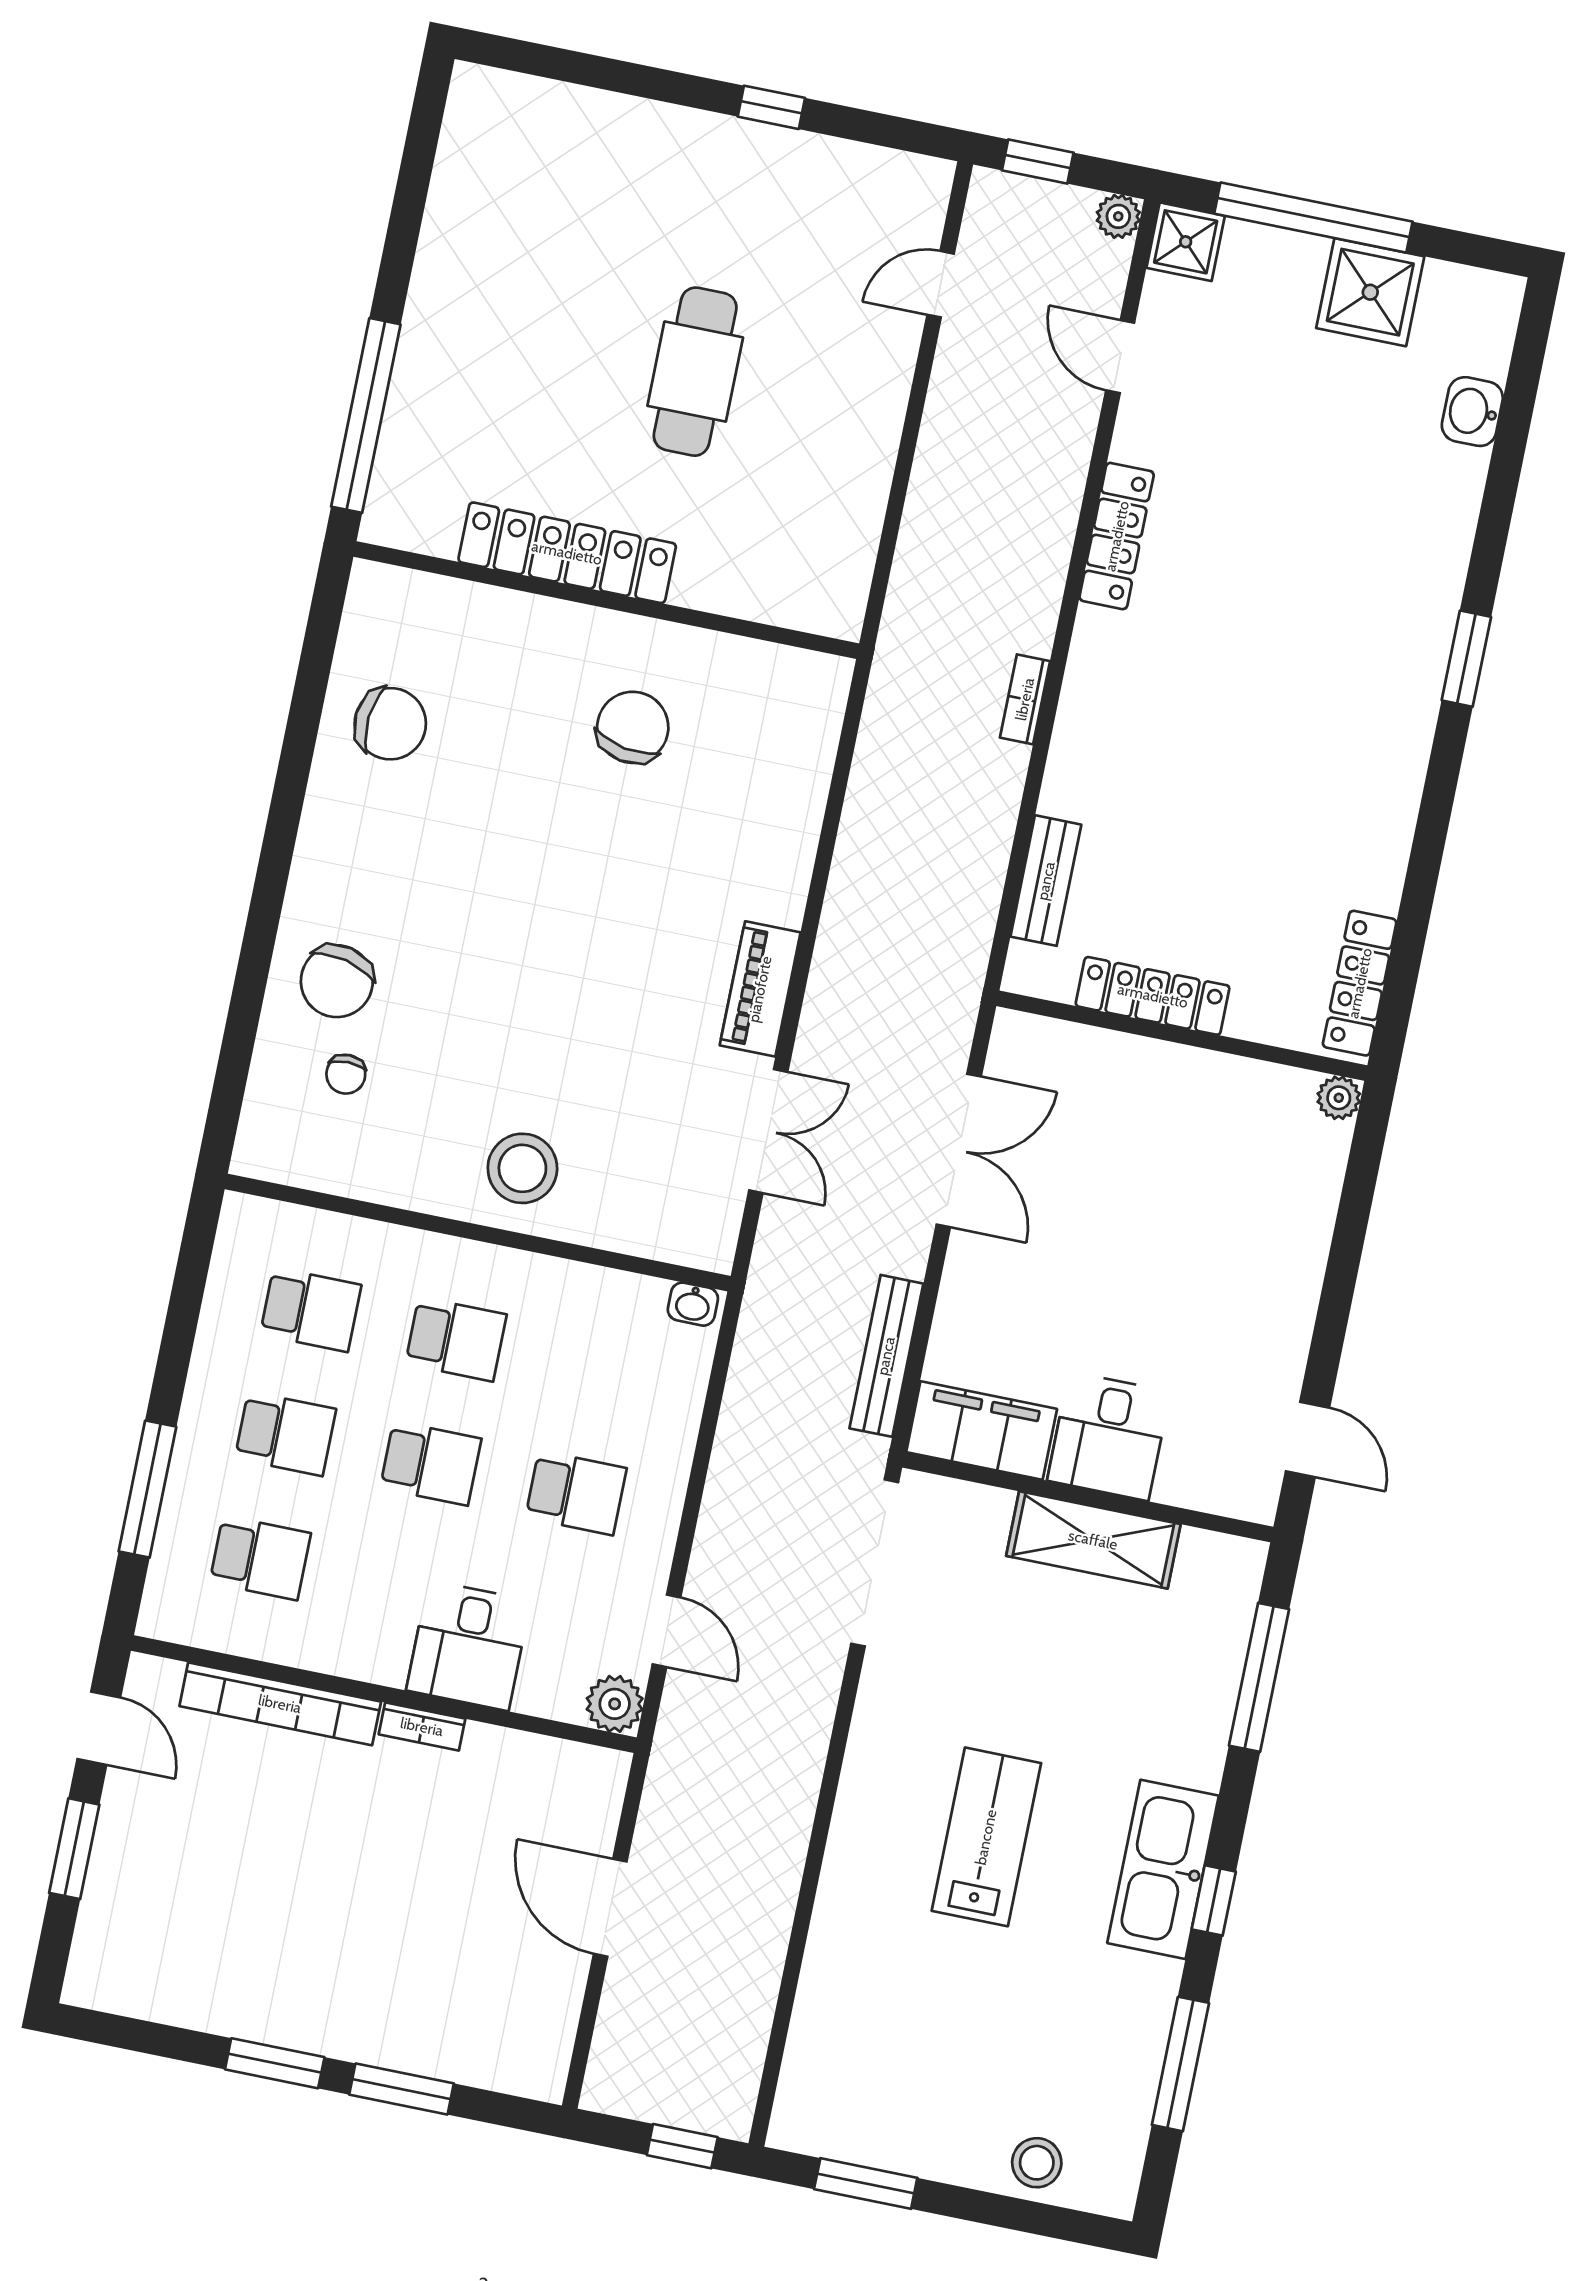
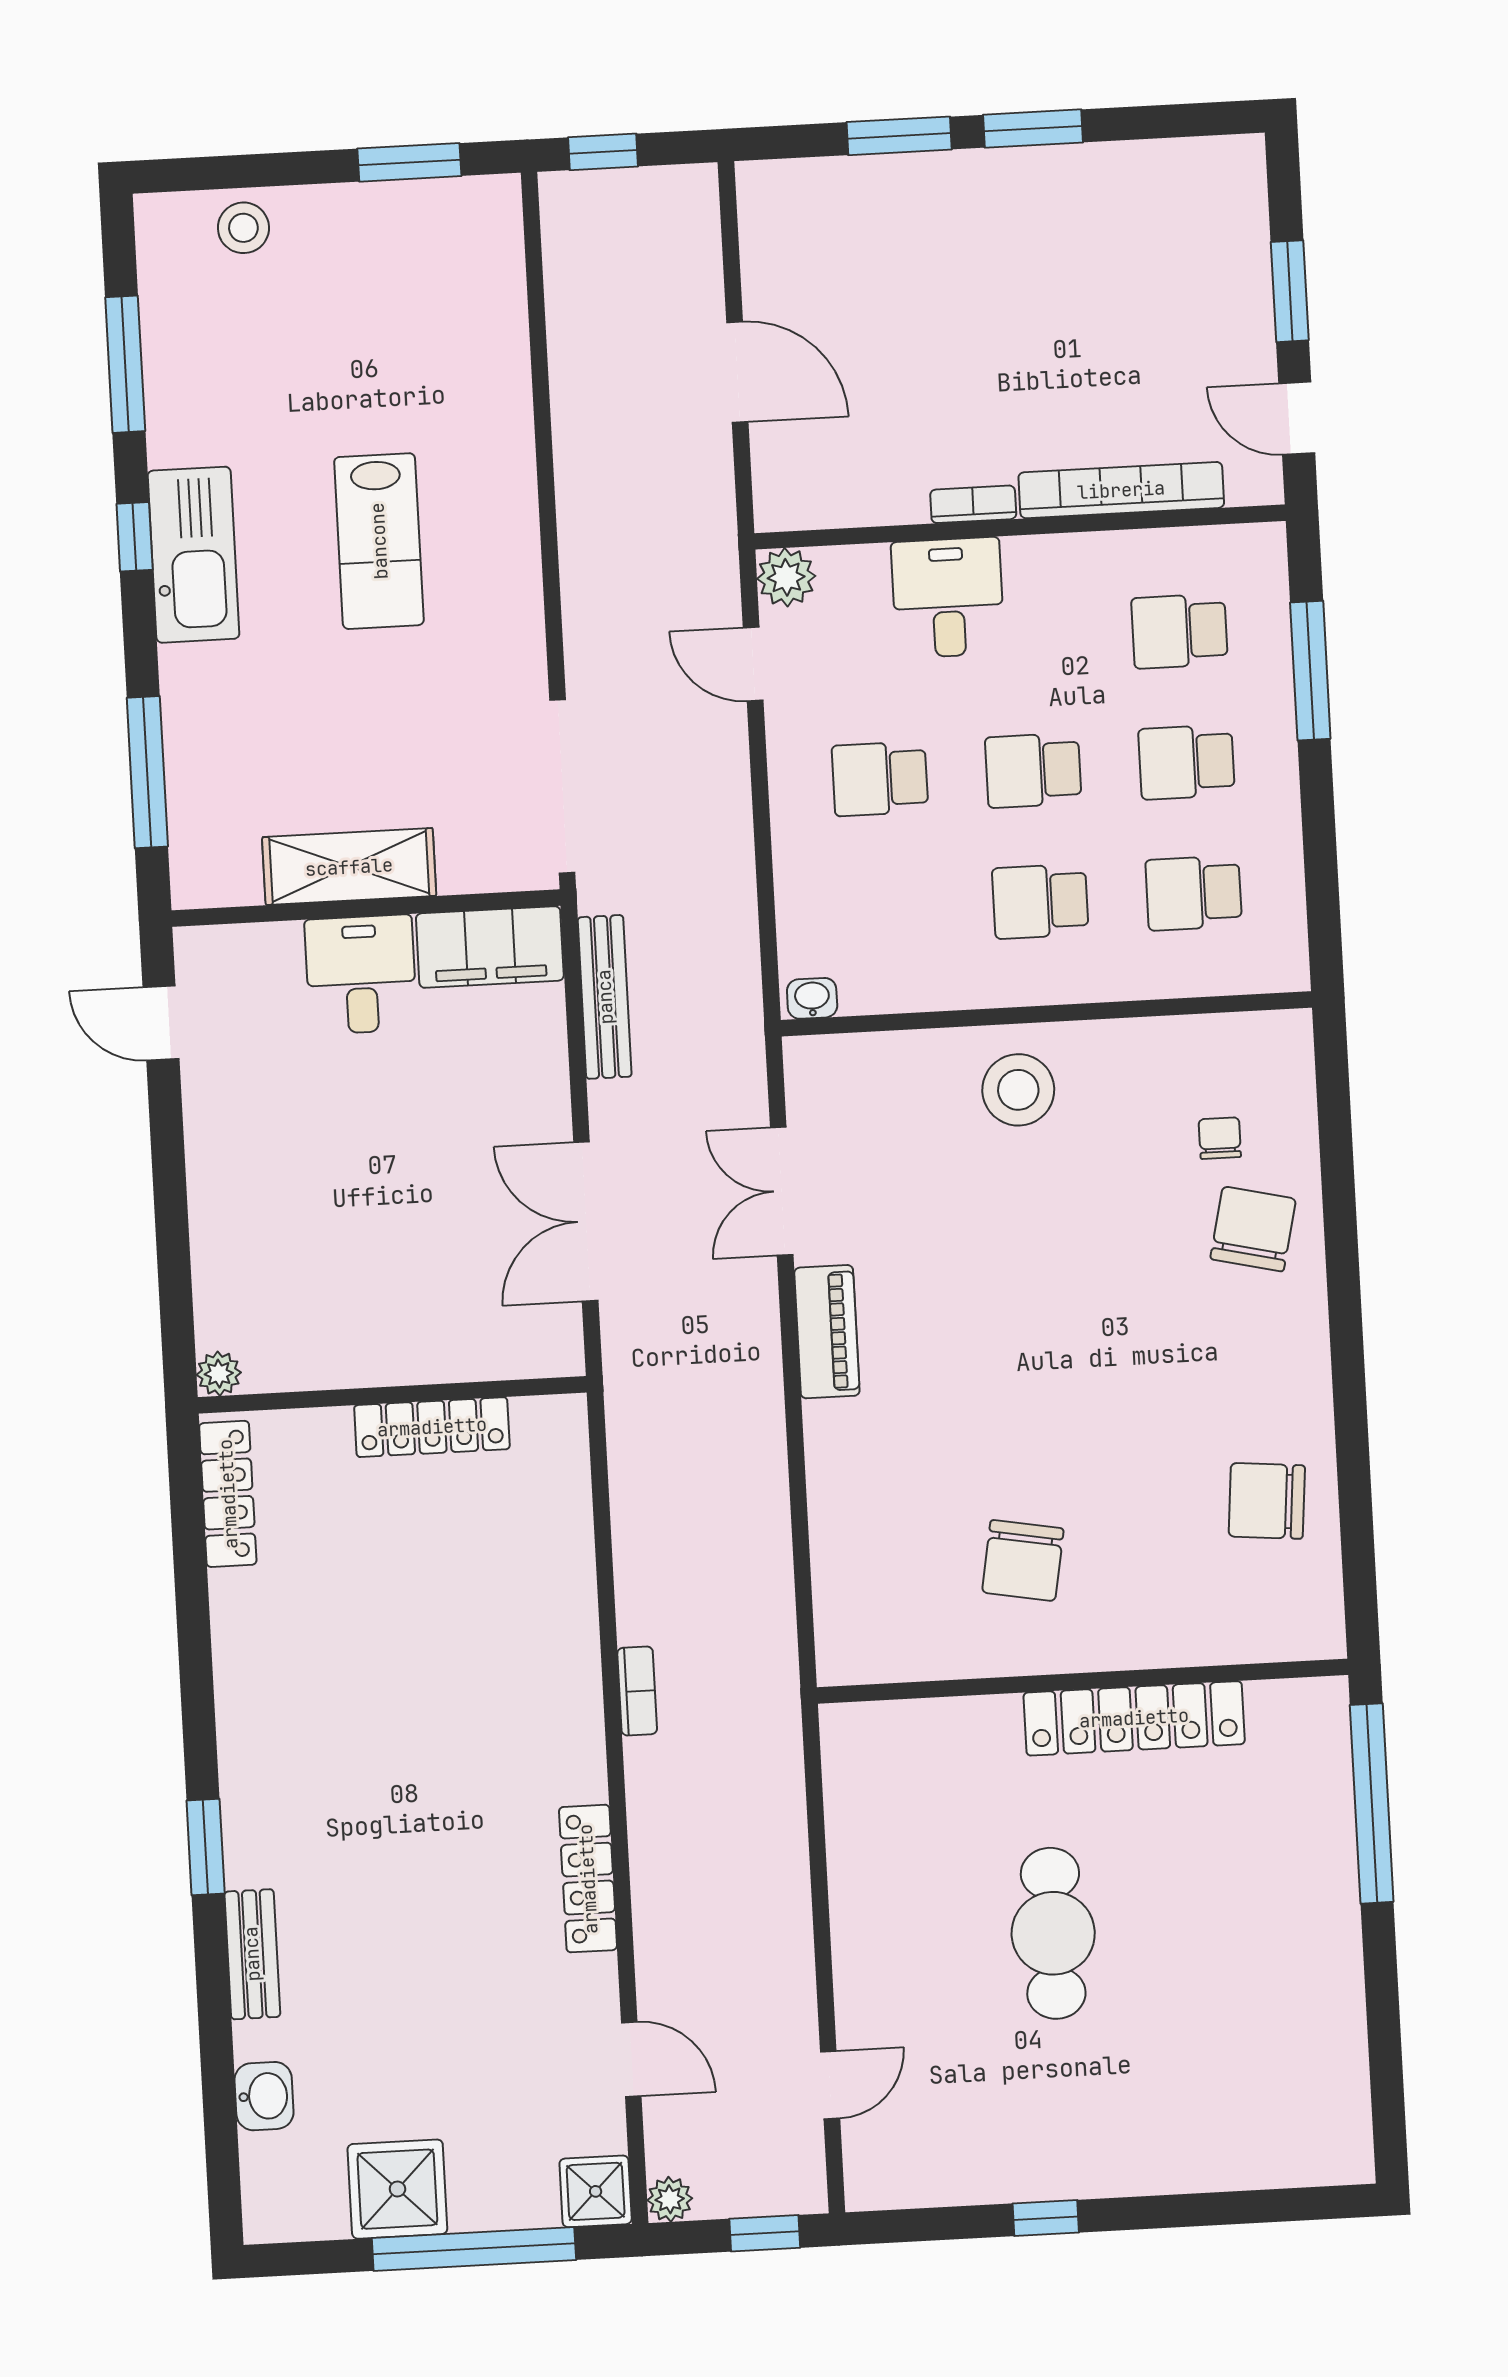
bench: (1046, 881) -> (252, 1954), moved

